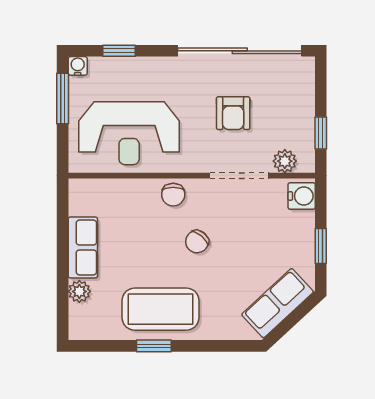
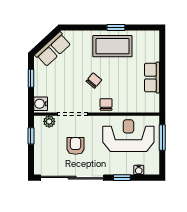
window: (119, 51) -> (122, 178), moved
water cooler: (78, 66) -> (139, 170), moved
window: (63, 98) -> (162, 138), moved
plant: (79, 291) -> (154, 55), removed

